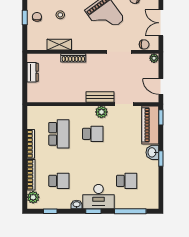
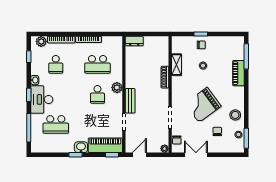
dresser: (33, 72) -> (134, 41), moved
plant: (101, 112) -> (117, 88), moved
school desk: (127, 181) -> (56, 124), width x1.85

